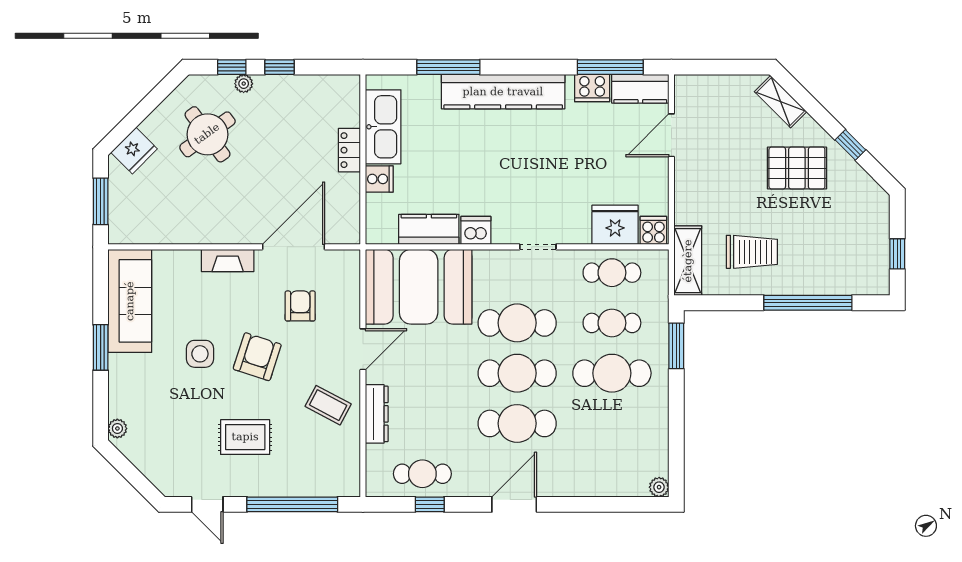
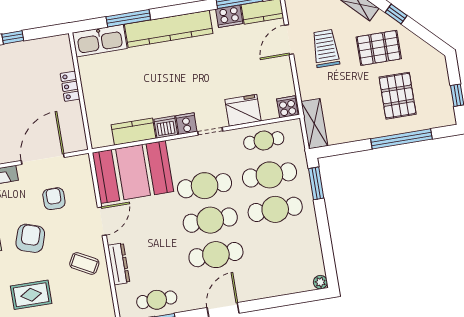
kitchen sink: (383, 127) -> (100, 41), moved, turned 90
window: (850, 145) -> (396, 14), moved
cooker: (379, 179) -> (186, 124), moved, turned -90
fridge: (615, 225) -> (243, 110), moved
pallet: (813, 240) -> (398, 96), added
trolley: (752, 252) -> (326, 48), moved, turned -90
cafe table: (612, 323) -> (269, 175), width x1.37, depth x1.35

